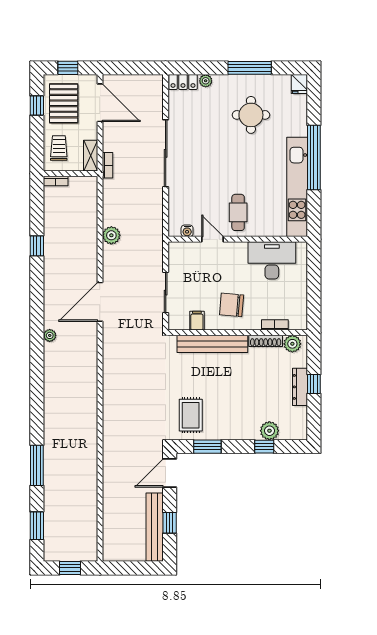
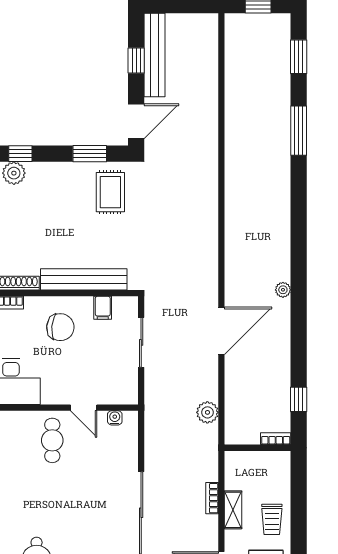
wall: (70, 174) -> (258, 448), moved
bookcase: (56, 181) -> (276, 439), moved

